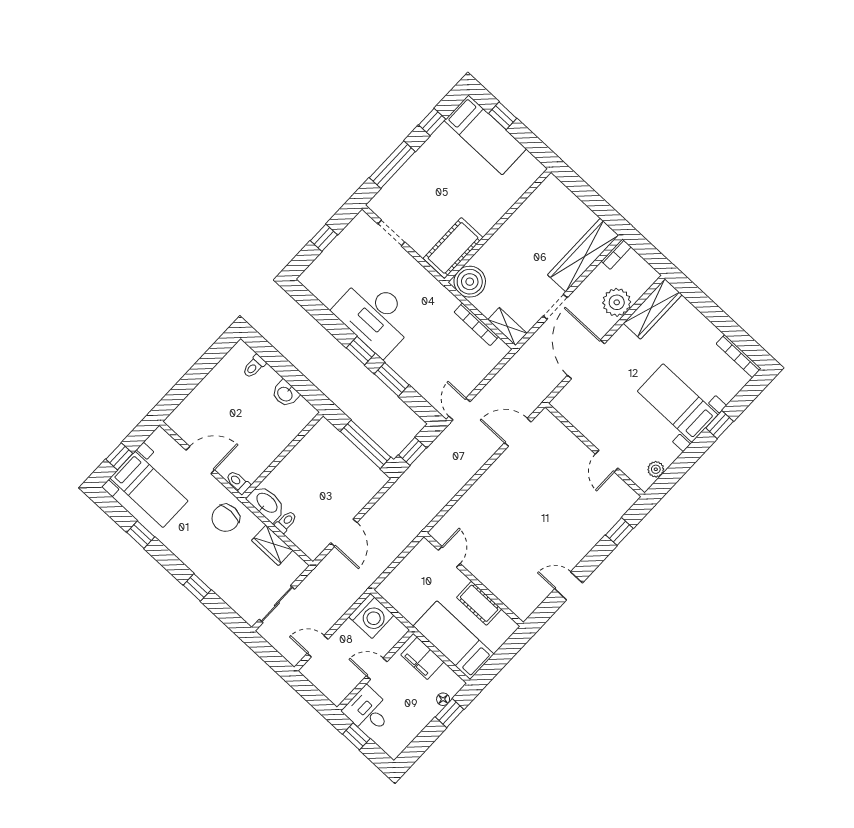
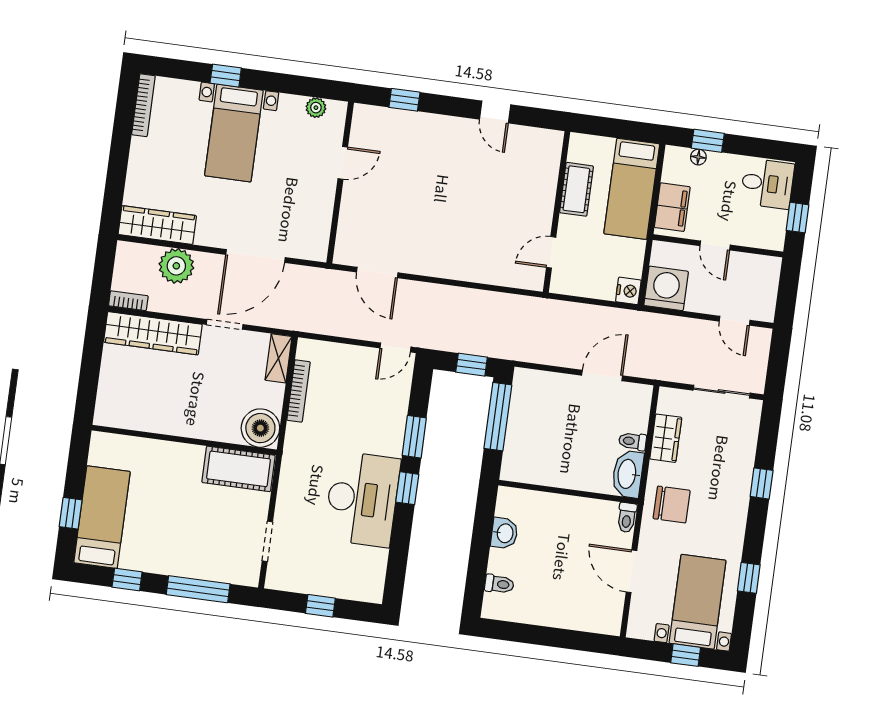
nightstand: (387, 590) -> (628, 291), added
desk: (368, 711) -> (767, 184), moved, turned -90

